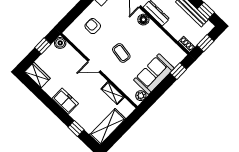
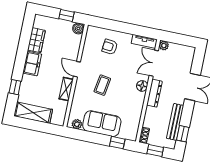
armchair: (93, 26) -> (110, 47), turned -84
wardrobe: (37, 75) -> (36, 40), moved
shelving: (113, 93) -> (66, 89), moved

